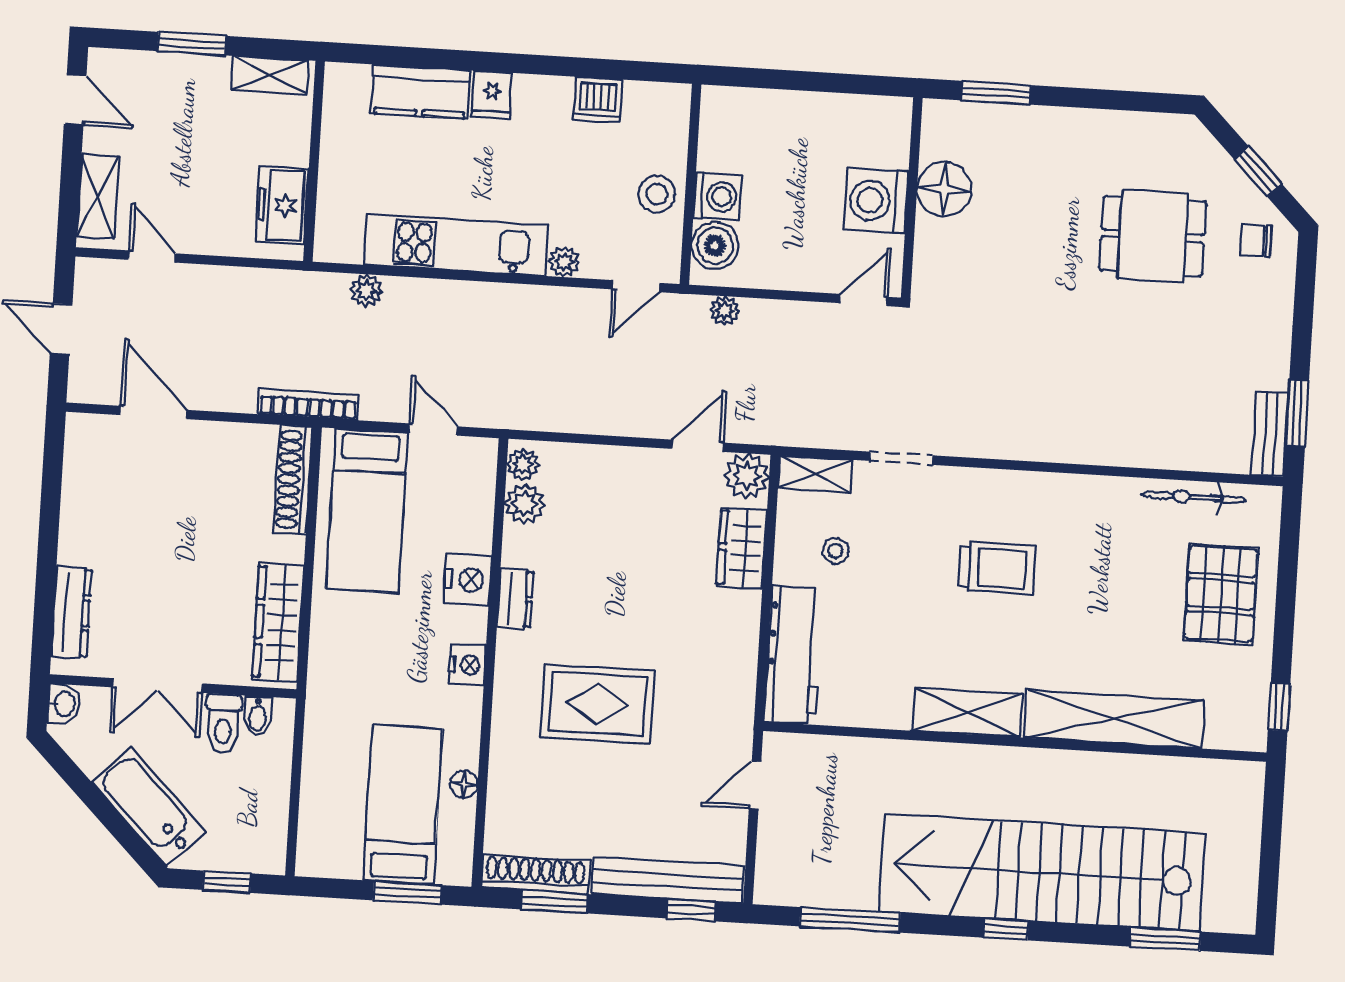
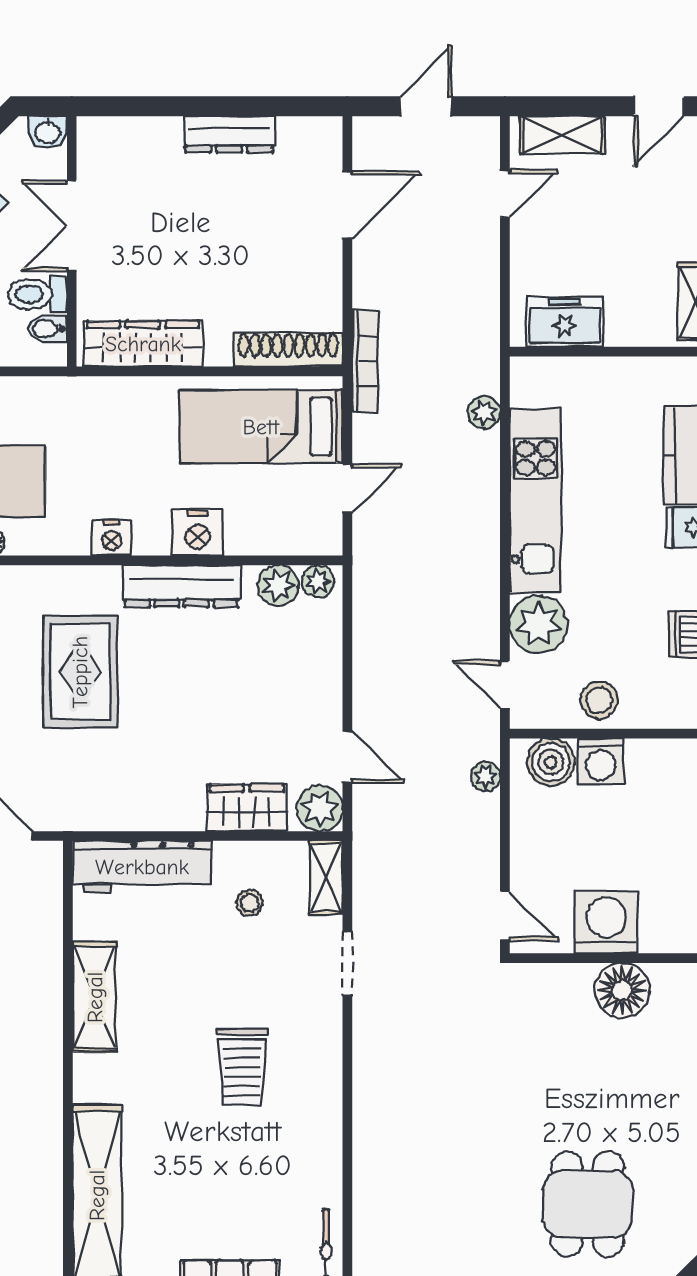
plant: (564, 262) -> (539, 624), width x1.88, depth x1.88
dresser: (515, 599) -> (182, 586), width x1.96, depth x1.24
dresser: (71, 612) -> (229, 134), moved
shelving: (967, 712) -> (95, 997), moved

